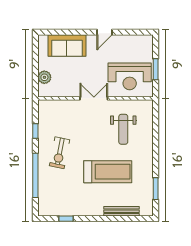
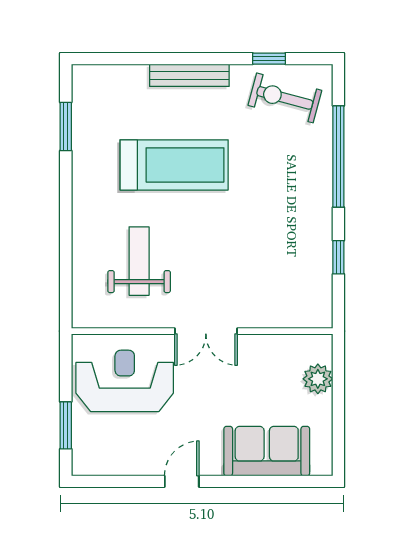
window: (156, 69) -> (66, 425), moved
exercise bike: (60, 153) -> (285, 98), moved, turned -86
treadmill: (108, 172) -> (174, 165), turned 180
bench: (122, 211) -> (189, 75), moved

